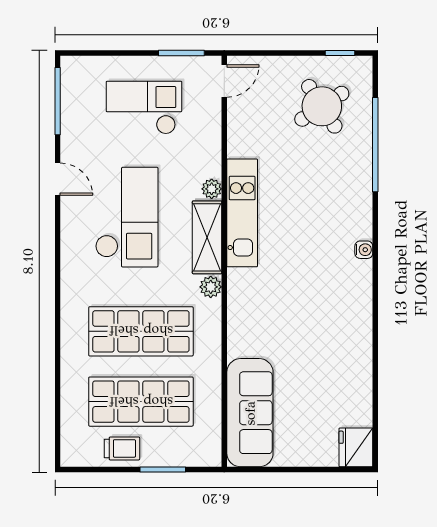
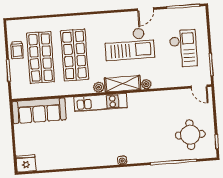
round table: (322, 106) -> (190, 135), turned 33
kitchen unit: (242, 213) -> (100, 102), moved

